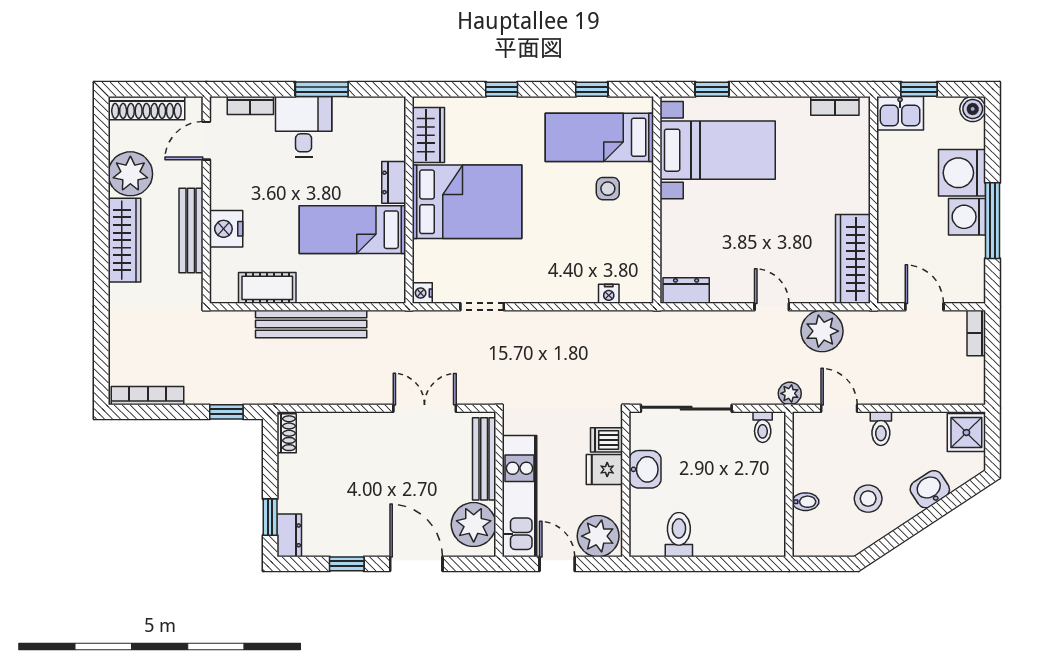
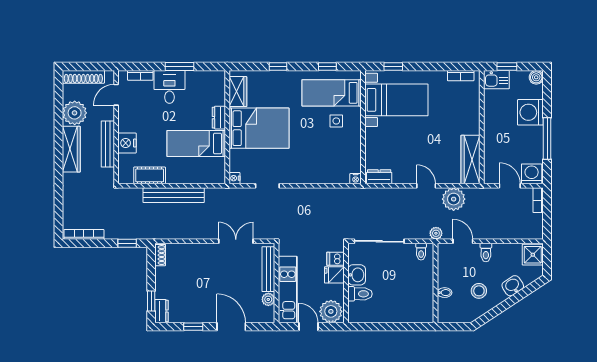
washing machine: (967, 217) -> (532, 174), moved, turned 90
nightstand: (609, 294) -> (356, 179), moved
plant: (474, 525) -> (268, 299), width x0.53, depth x0.53
toilet: (679, 535) -> (360, 294), moved, turned 90

